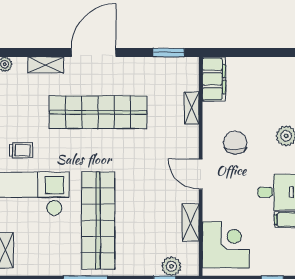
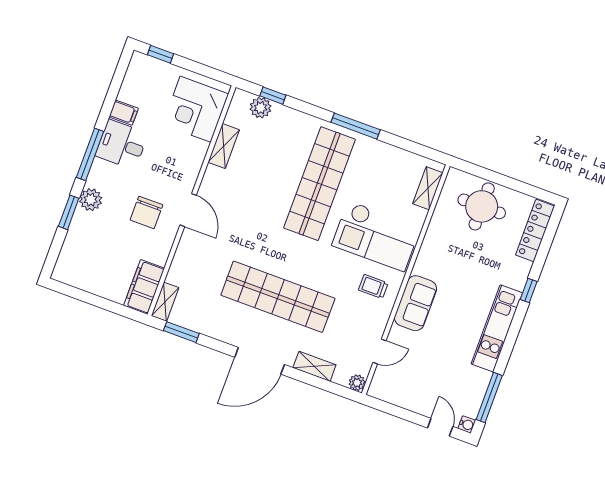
shelving: (192, 108) -> (165, 302), moved
door: (201, 174) -> (188, 210), moved

